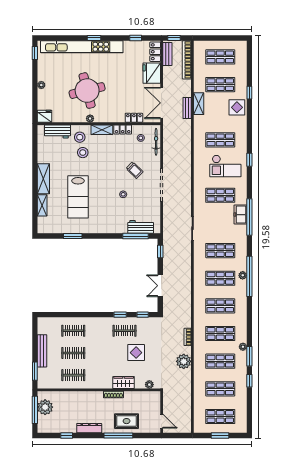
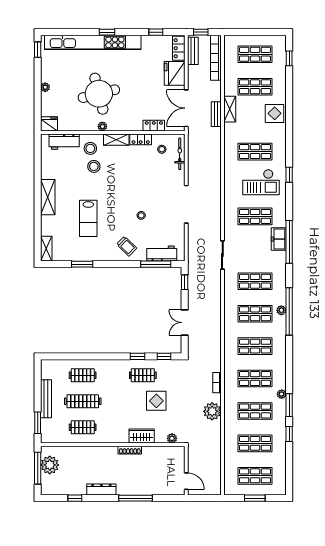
window: (249, 93) -> (289, 58), moved
trolley: (134, 170) -> (127, 246), moved
lab bench: (78, 197) -> (88, 218), width x0.73, depth x0.72
shelving: (42, 205) -> (46, 249), moved
clothes rail: (73, 353) -> (83, 401), width x1.36
rug: (127, 421) -> (145, 481), removed

